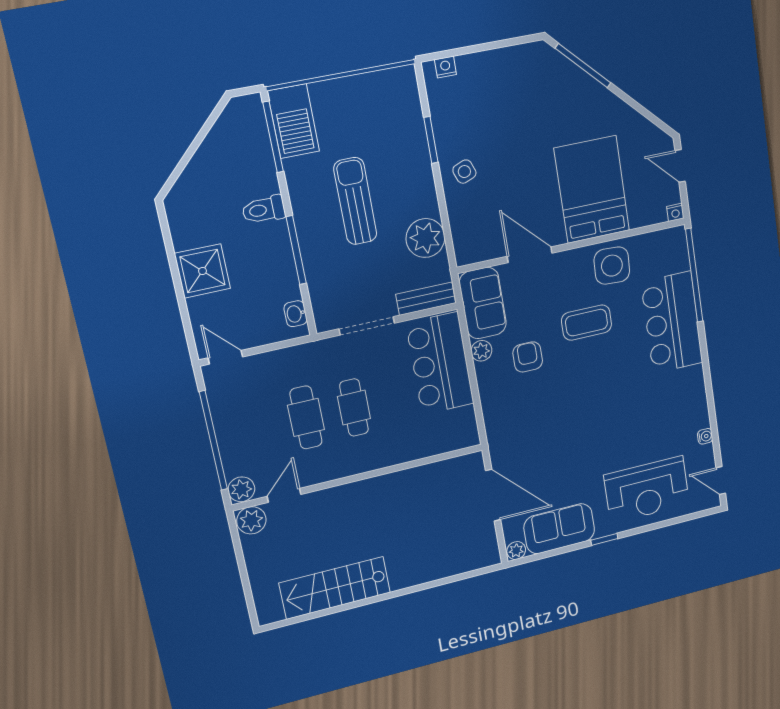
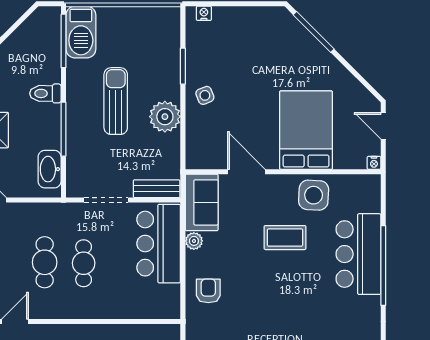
plant: (425, 238) -> (165, 117), moved
window: (694, 275) -> (383, 266), moved
washbasin: (296, 314) -> (50, 169), width x1.91, depth x1.45
armchair: (528, 357) -> (208, 291), moved

